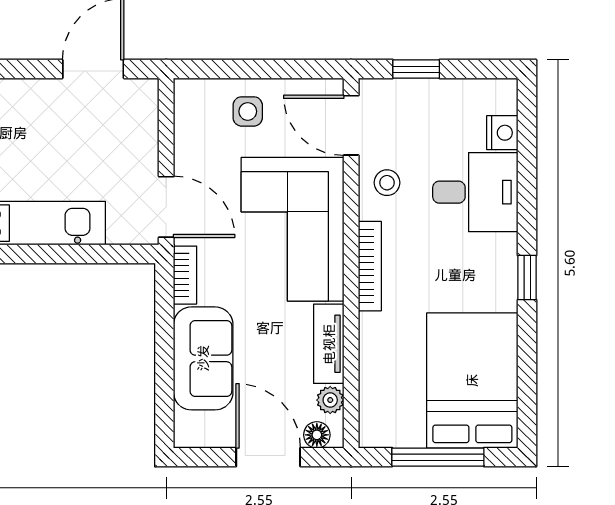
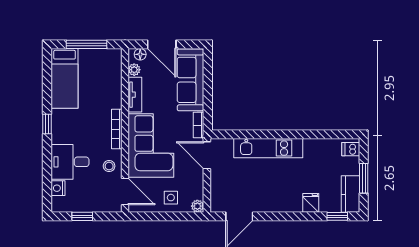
window: (416, 69) -> (82, 216), moved
plant: (188, 92) -> (197, 206), added
sofa: (203, 358) -> (191, 80), width x1.36
bed: (472, 380) -> (65, 78), width x0.67

